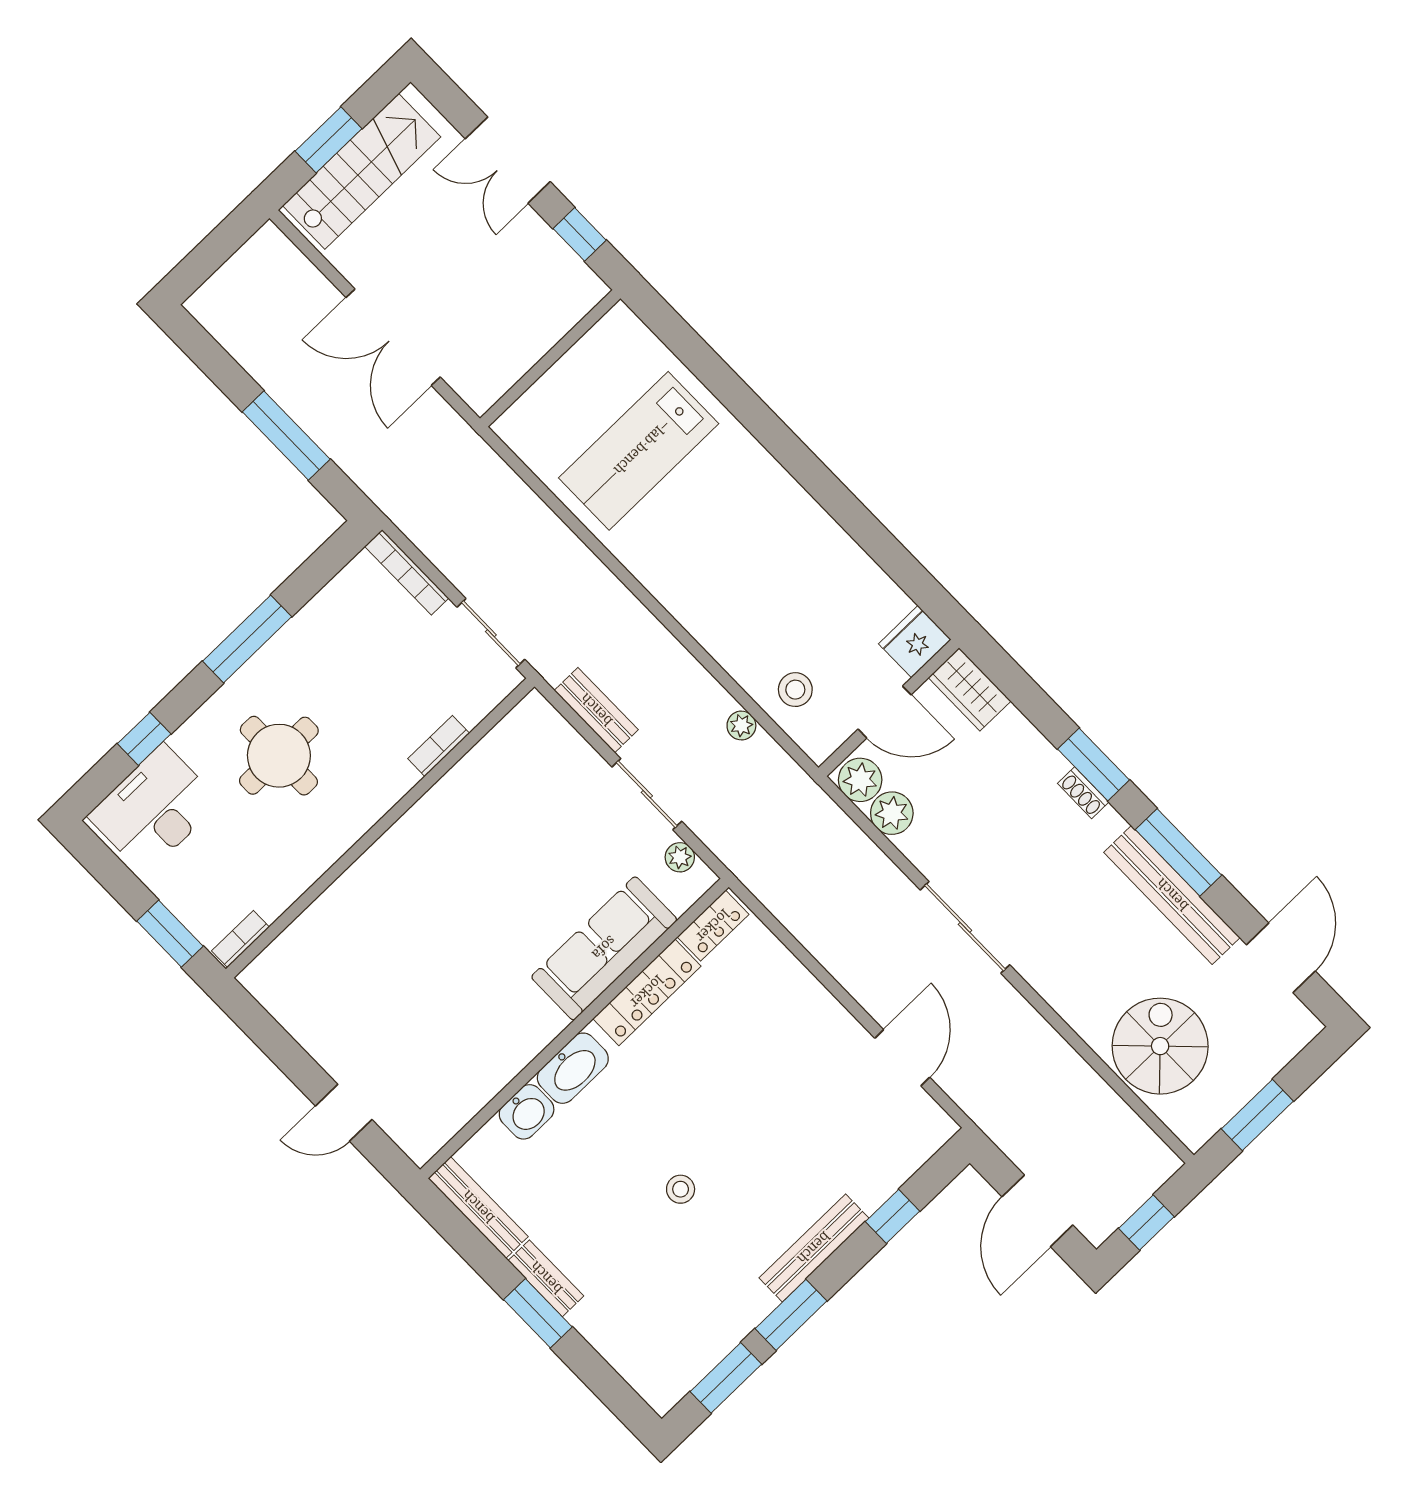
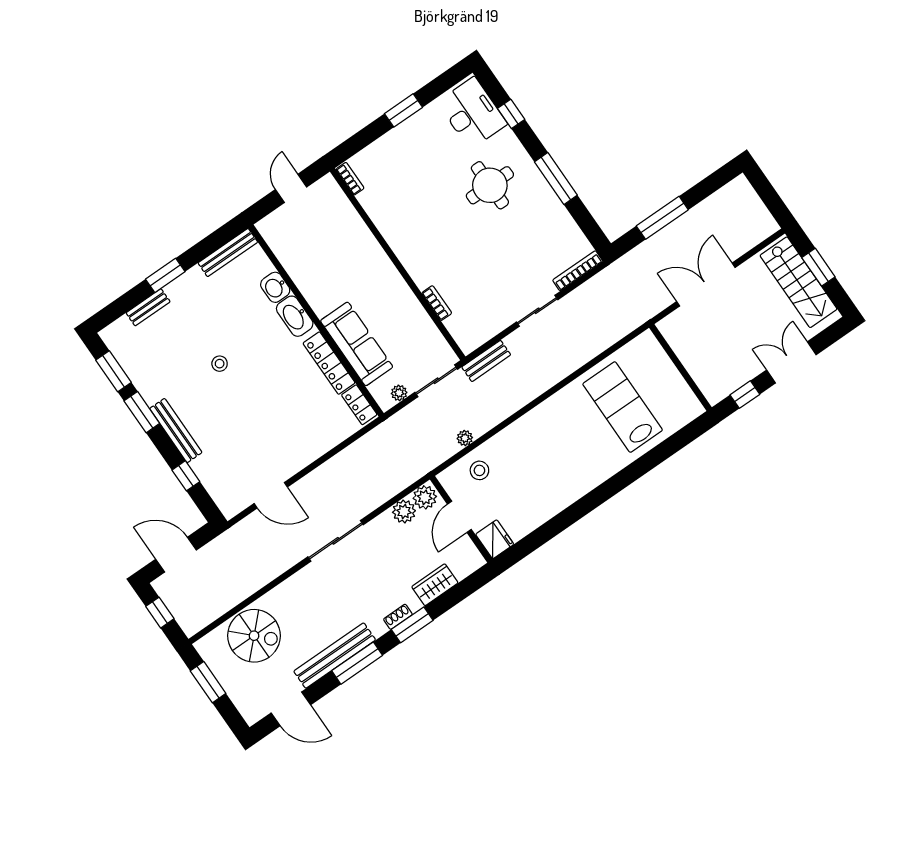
wardrobe: (970, 689) -> (435, 585), moved
bookcase: (439, 746) -> (437, 303), moved
wall: (380, 828) -> (398, 264), moved
bookcase: (241, 939) -> (350, 179), moved
bench: (546, 1278) -> (148, 307), moved

